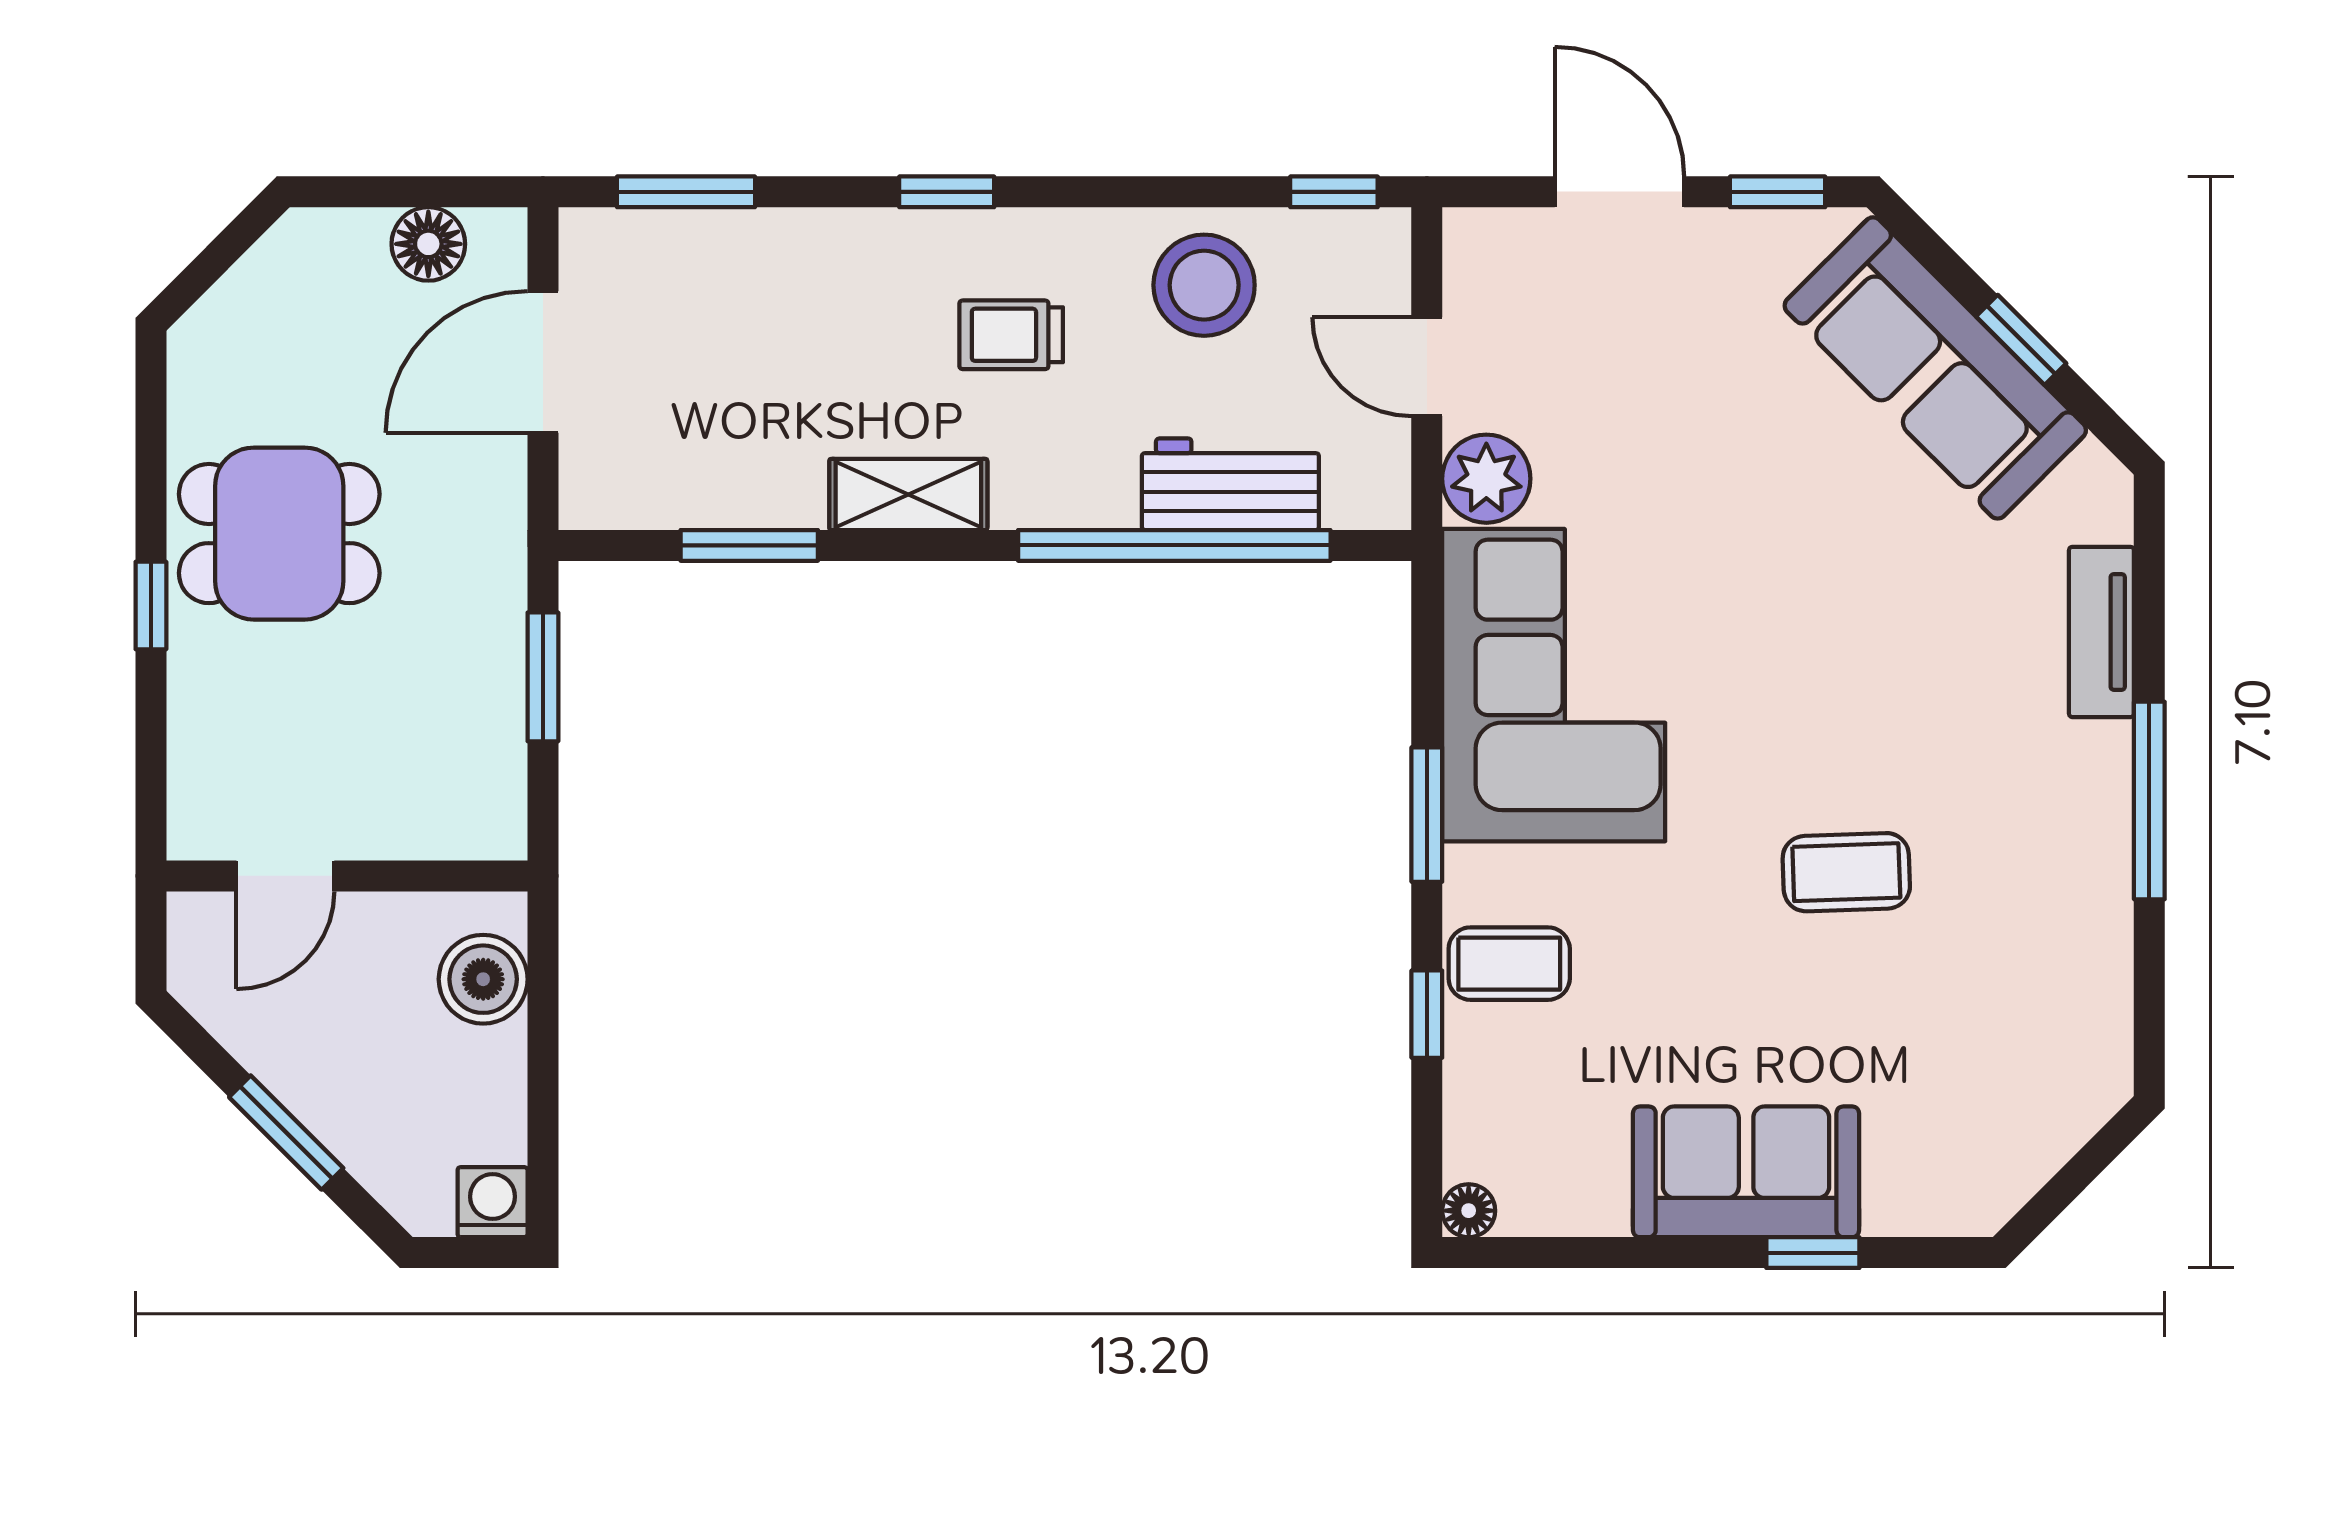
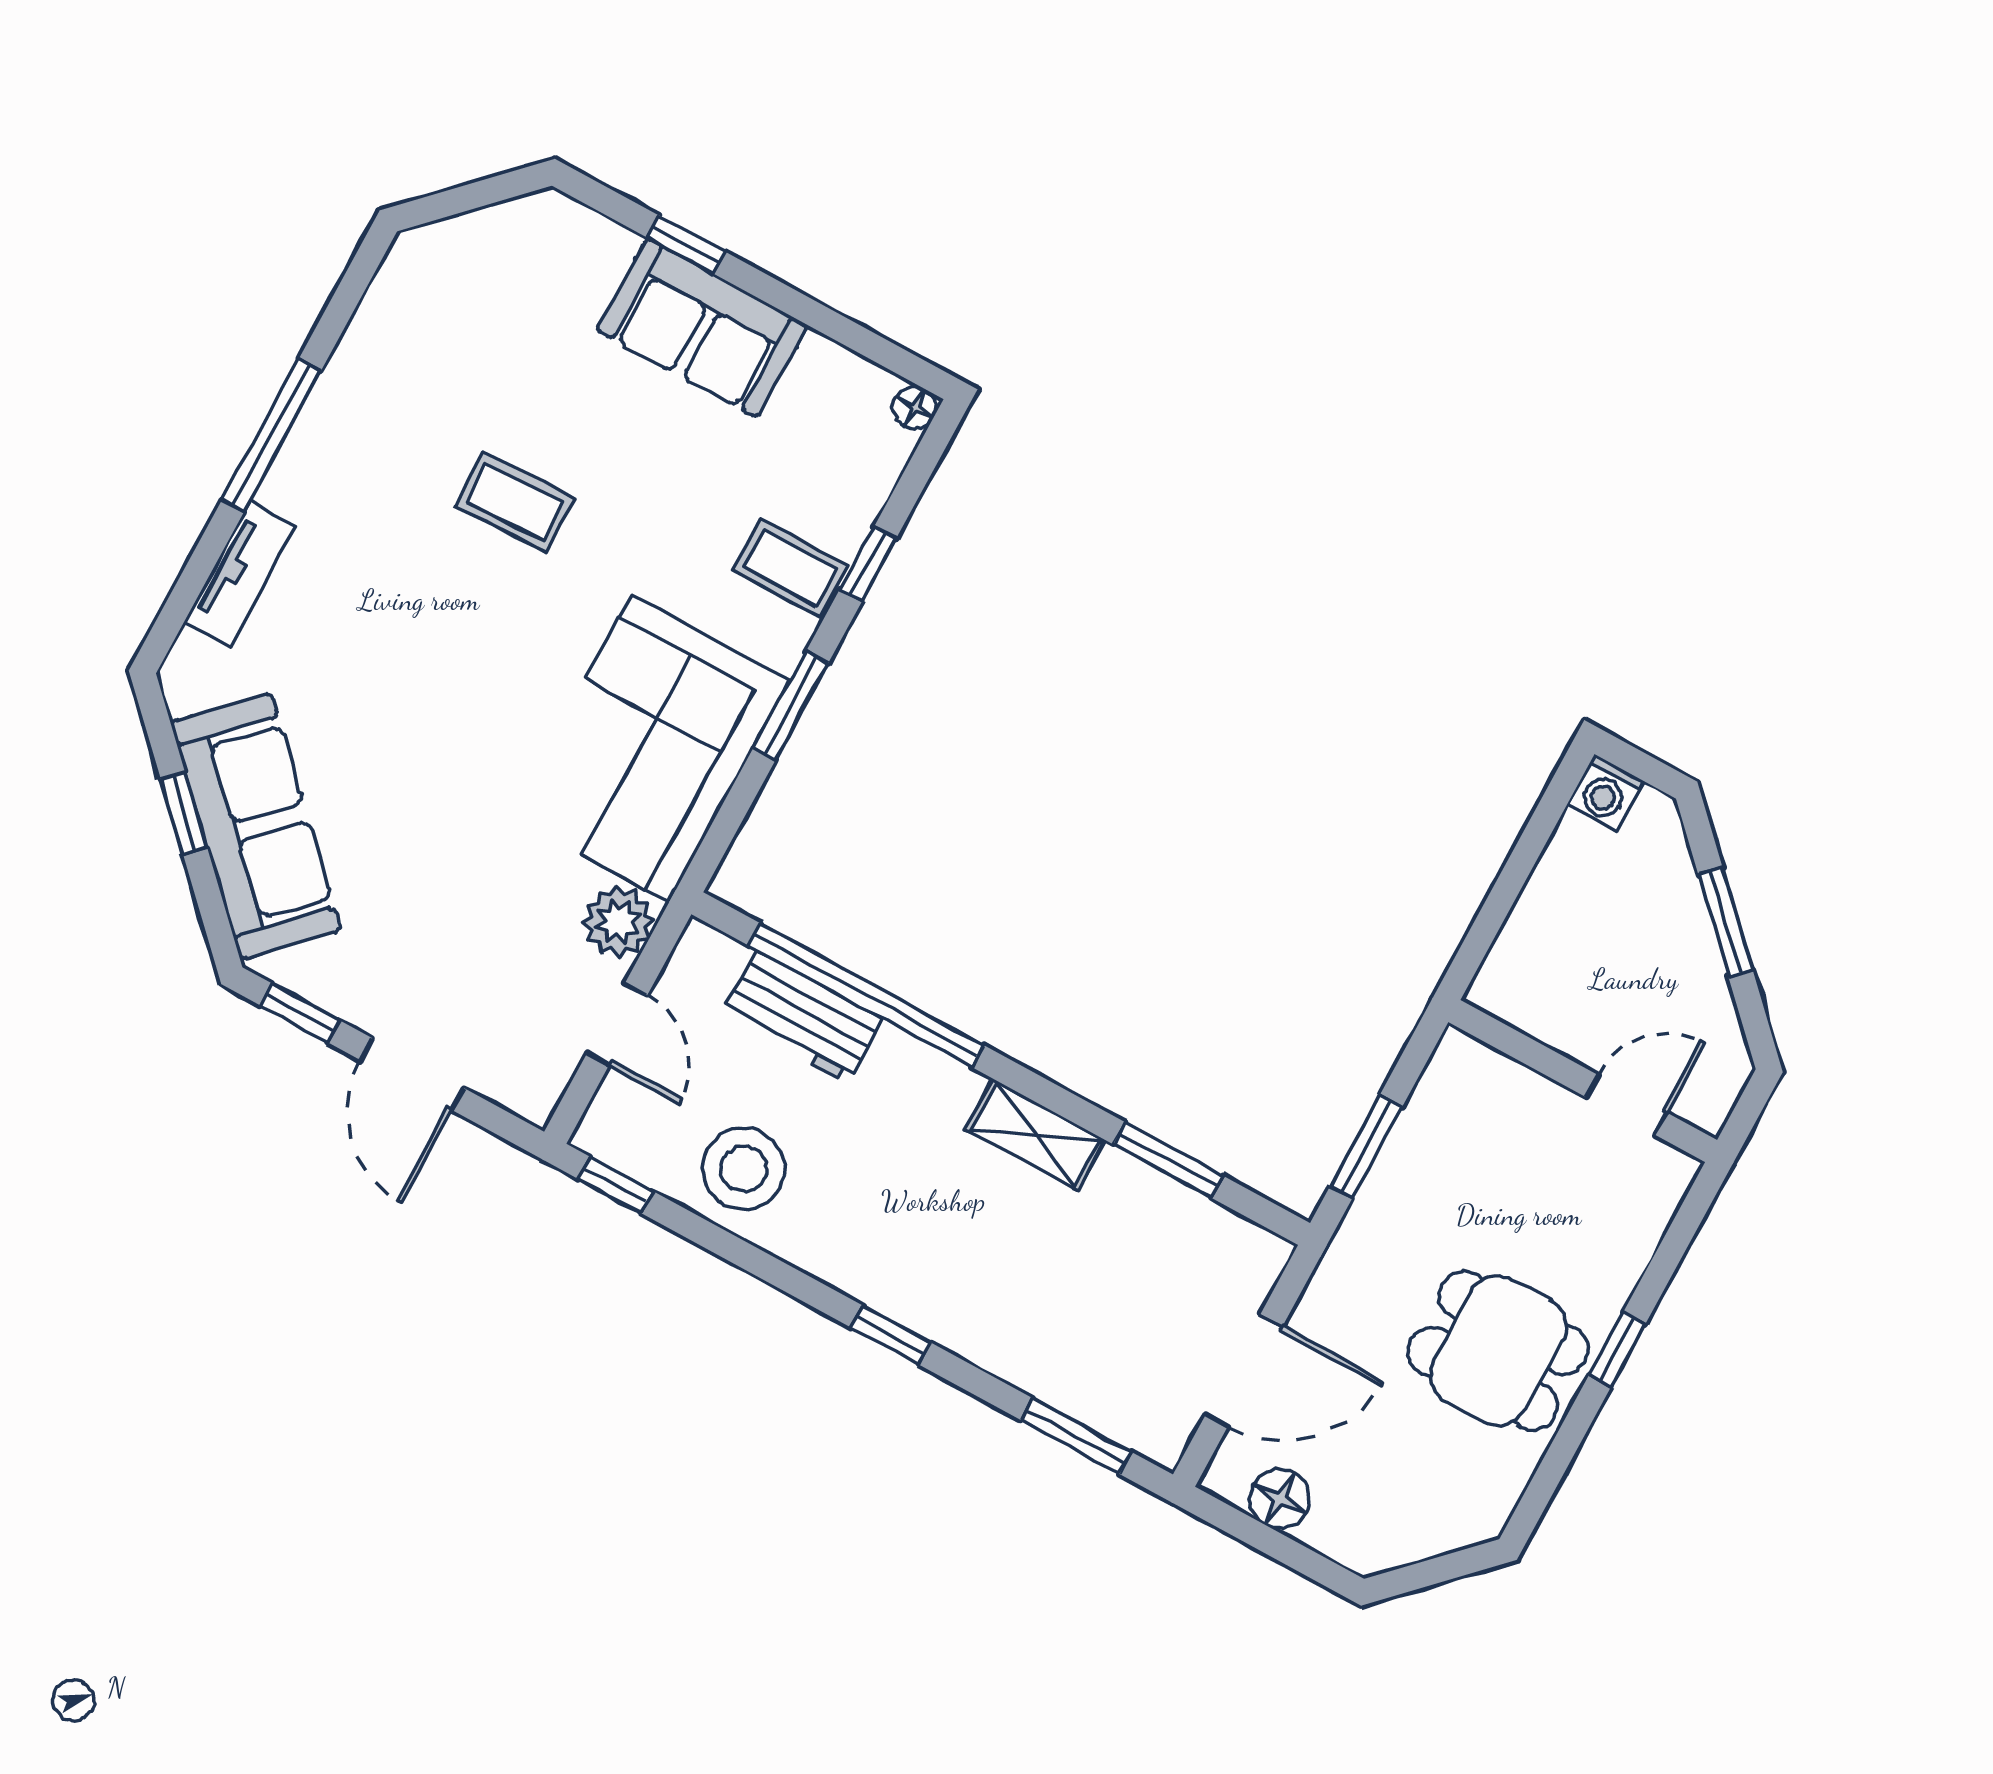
trolley: (1011, 335) -> (900, 1208), removed
boiler: (483, 979) -> (1526, 955), removed

